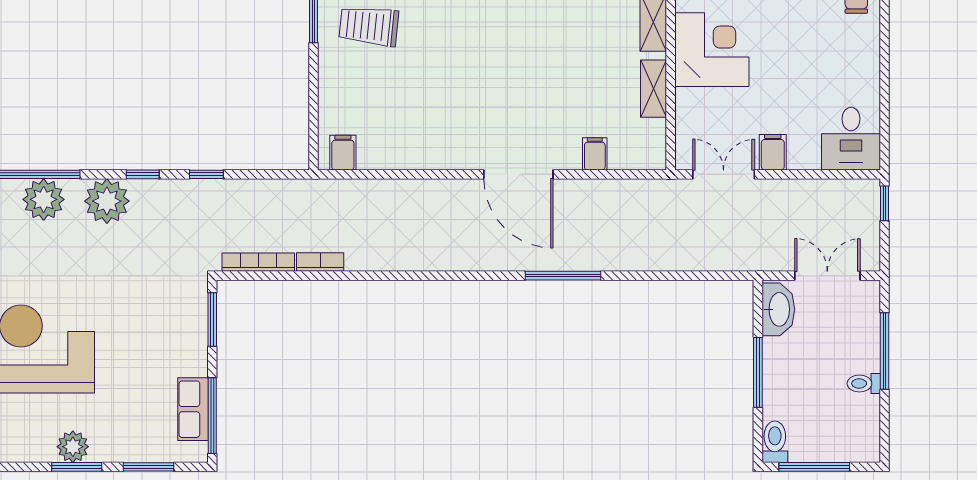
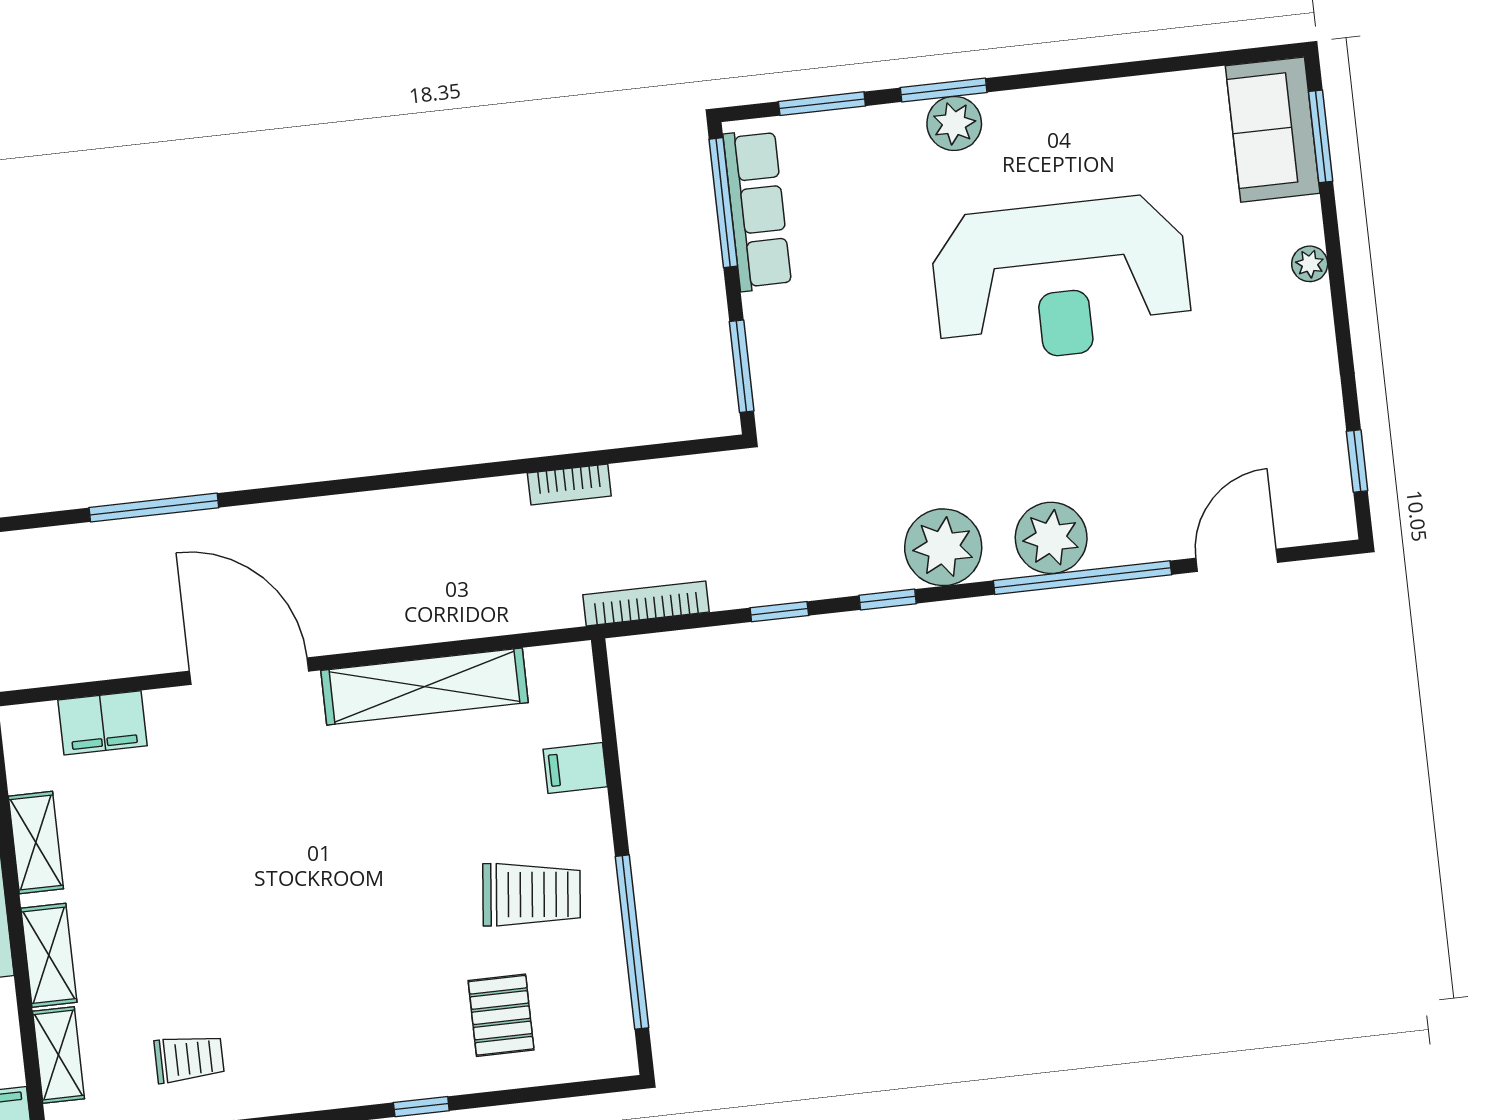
filing cabinet: (343, 153) -> (575, 768), moved, turned 90
shelving: (417, 154) -> (424, 686), added
filing cabinet: (595, 154) -> (103, 723), width x2.00
bookcase: (258, 262) -> (646, 603), moved, turned 180
row of seats: (193, 409) -> (757, 210), width x1.48

